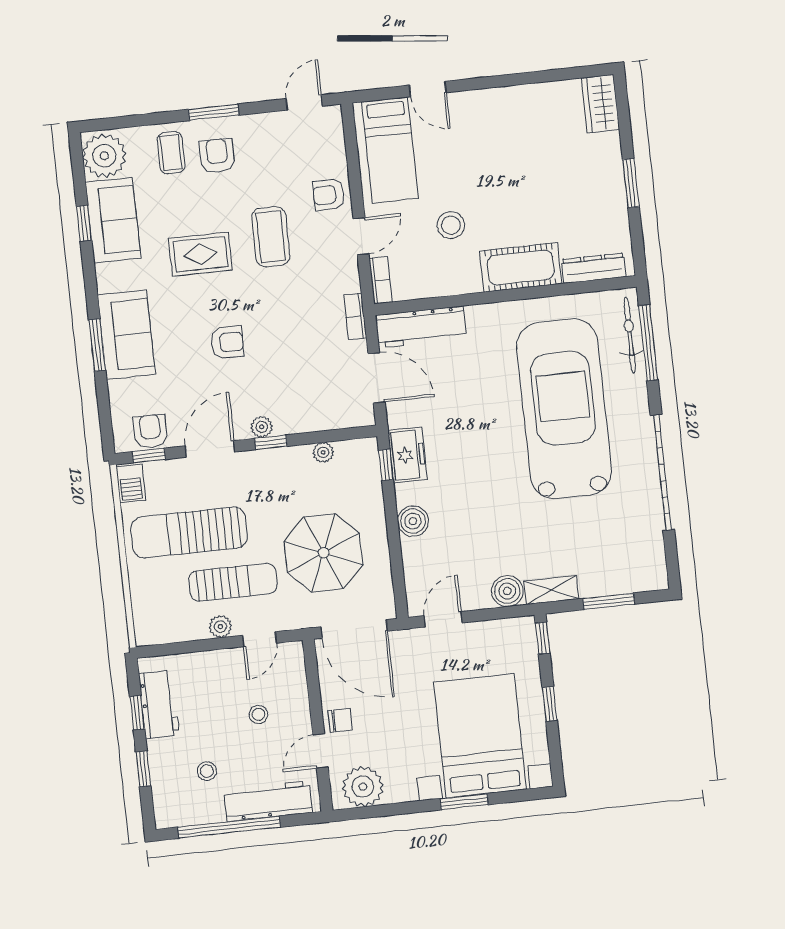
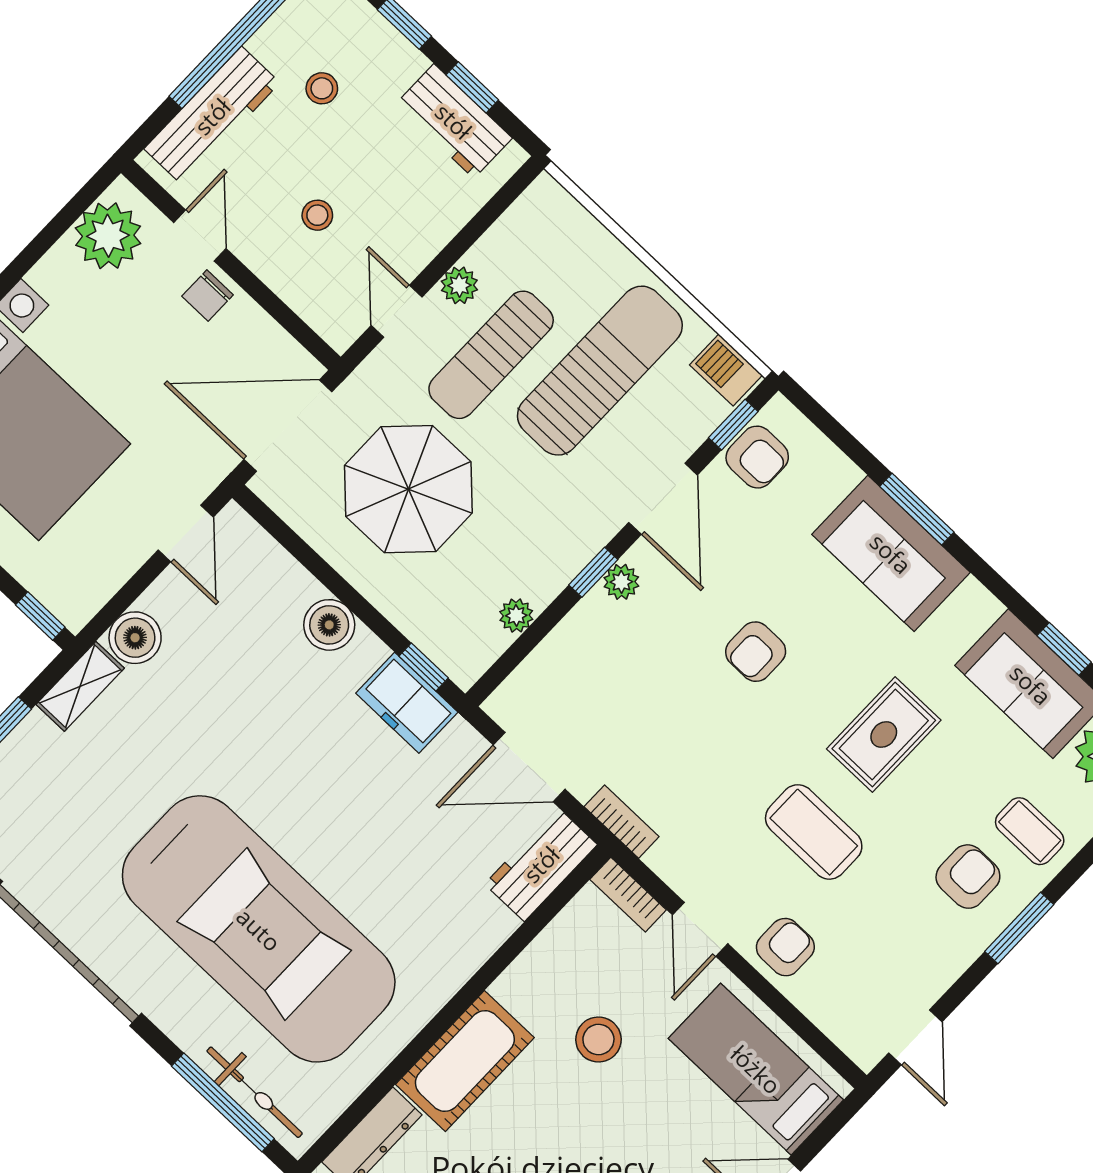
armchair: (217, 156) -> (968, 877), turned -90
workbench: (421, 327) -> (541, 864), width x0.73

